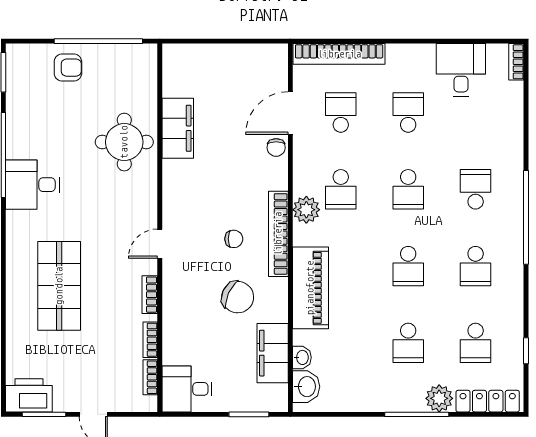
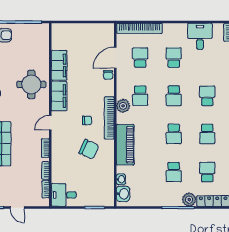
round table: (124, 142) -> (31, 84), moved
school desk: (476, 343) -> (207, 172), turned 180
filing cabinet: (273, 353) -> (59, 96), moved, turned 180

